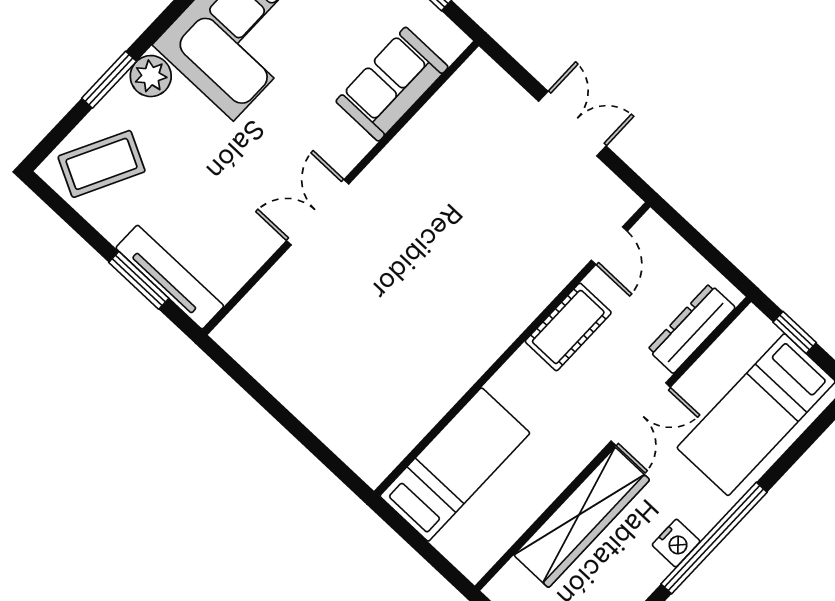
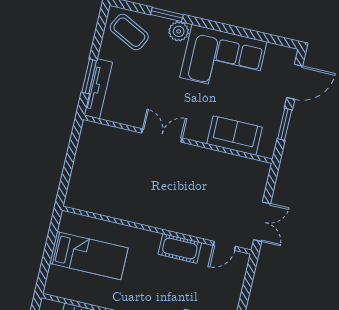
door: (609, 246) -> (224, 246), moved
cot: (568, 327) -> (180, 249), moved
wall: (512, 349) -> (157, 230), moved

